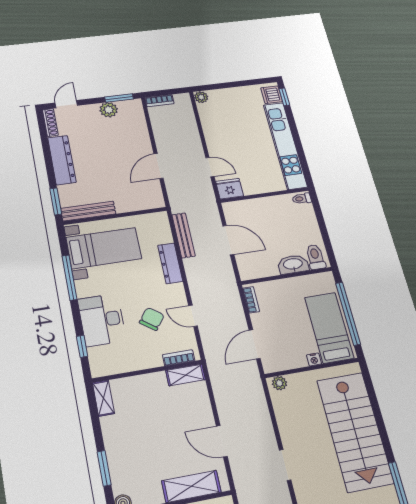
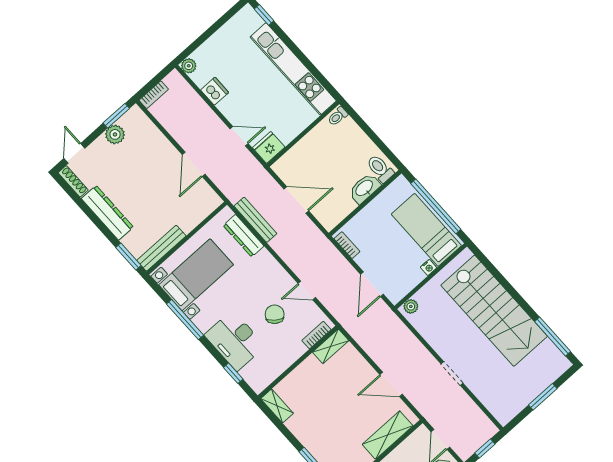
dishwasher: (272, 95) -> (215, 91), moved, turned 180
dresser: (170, 263) -> (244, 236), moved

